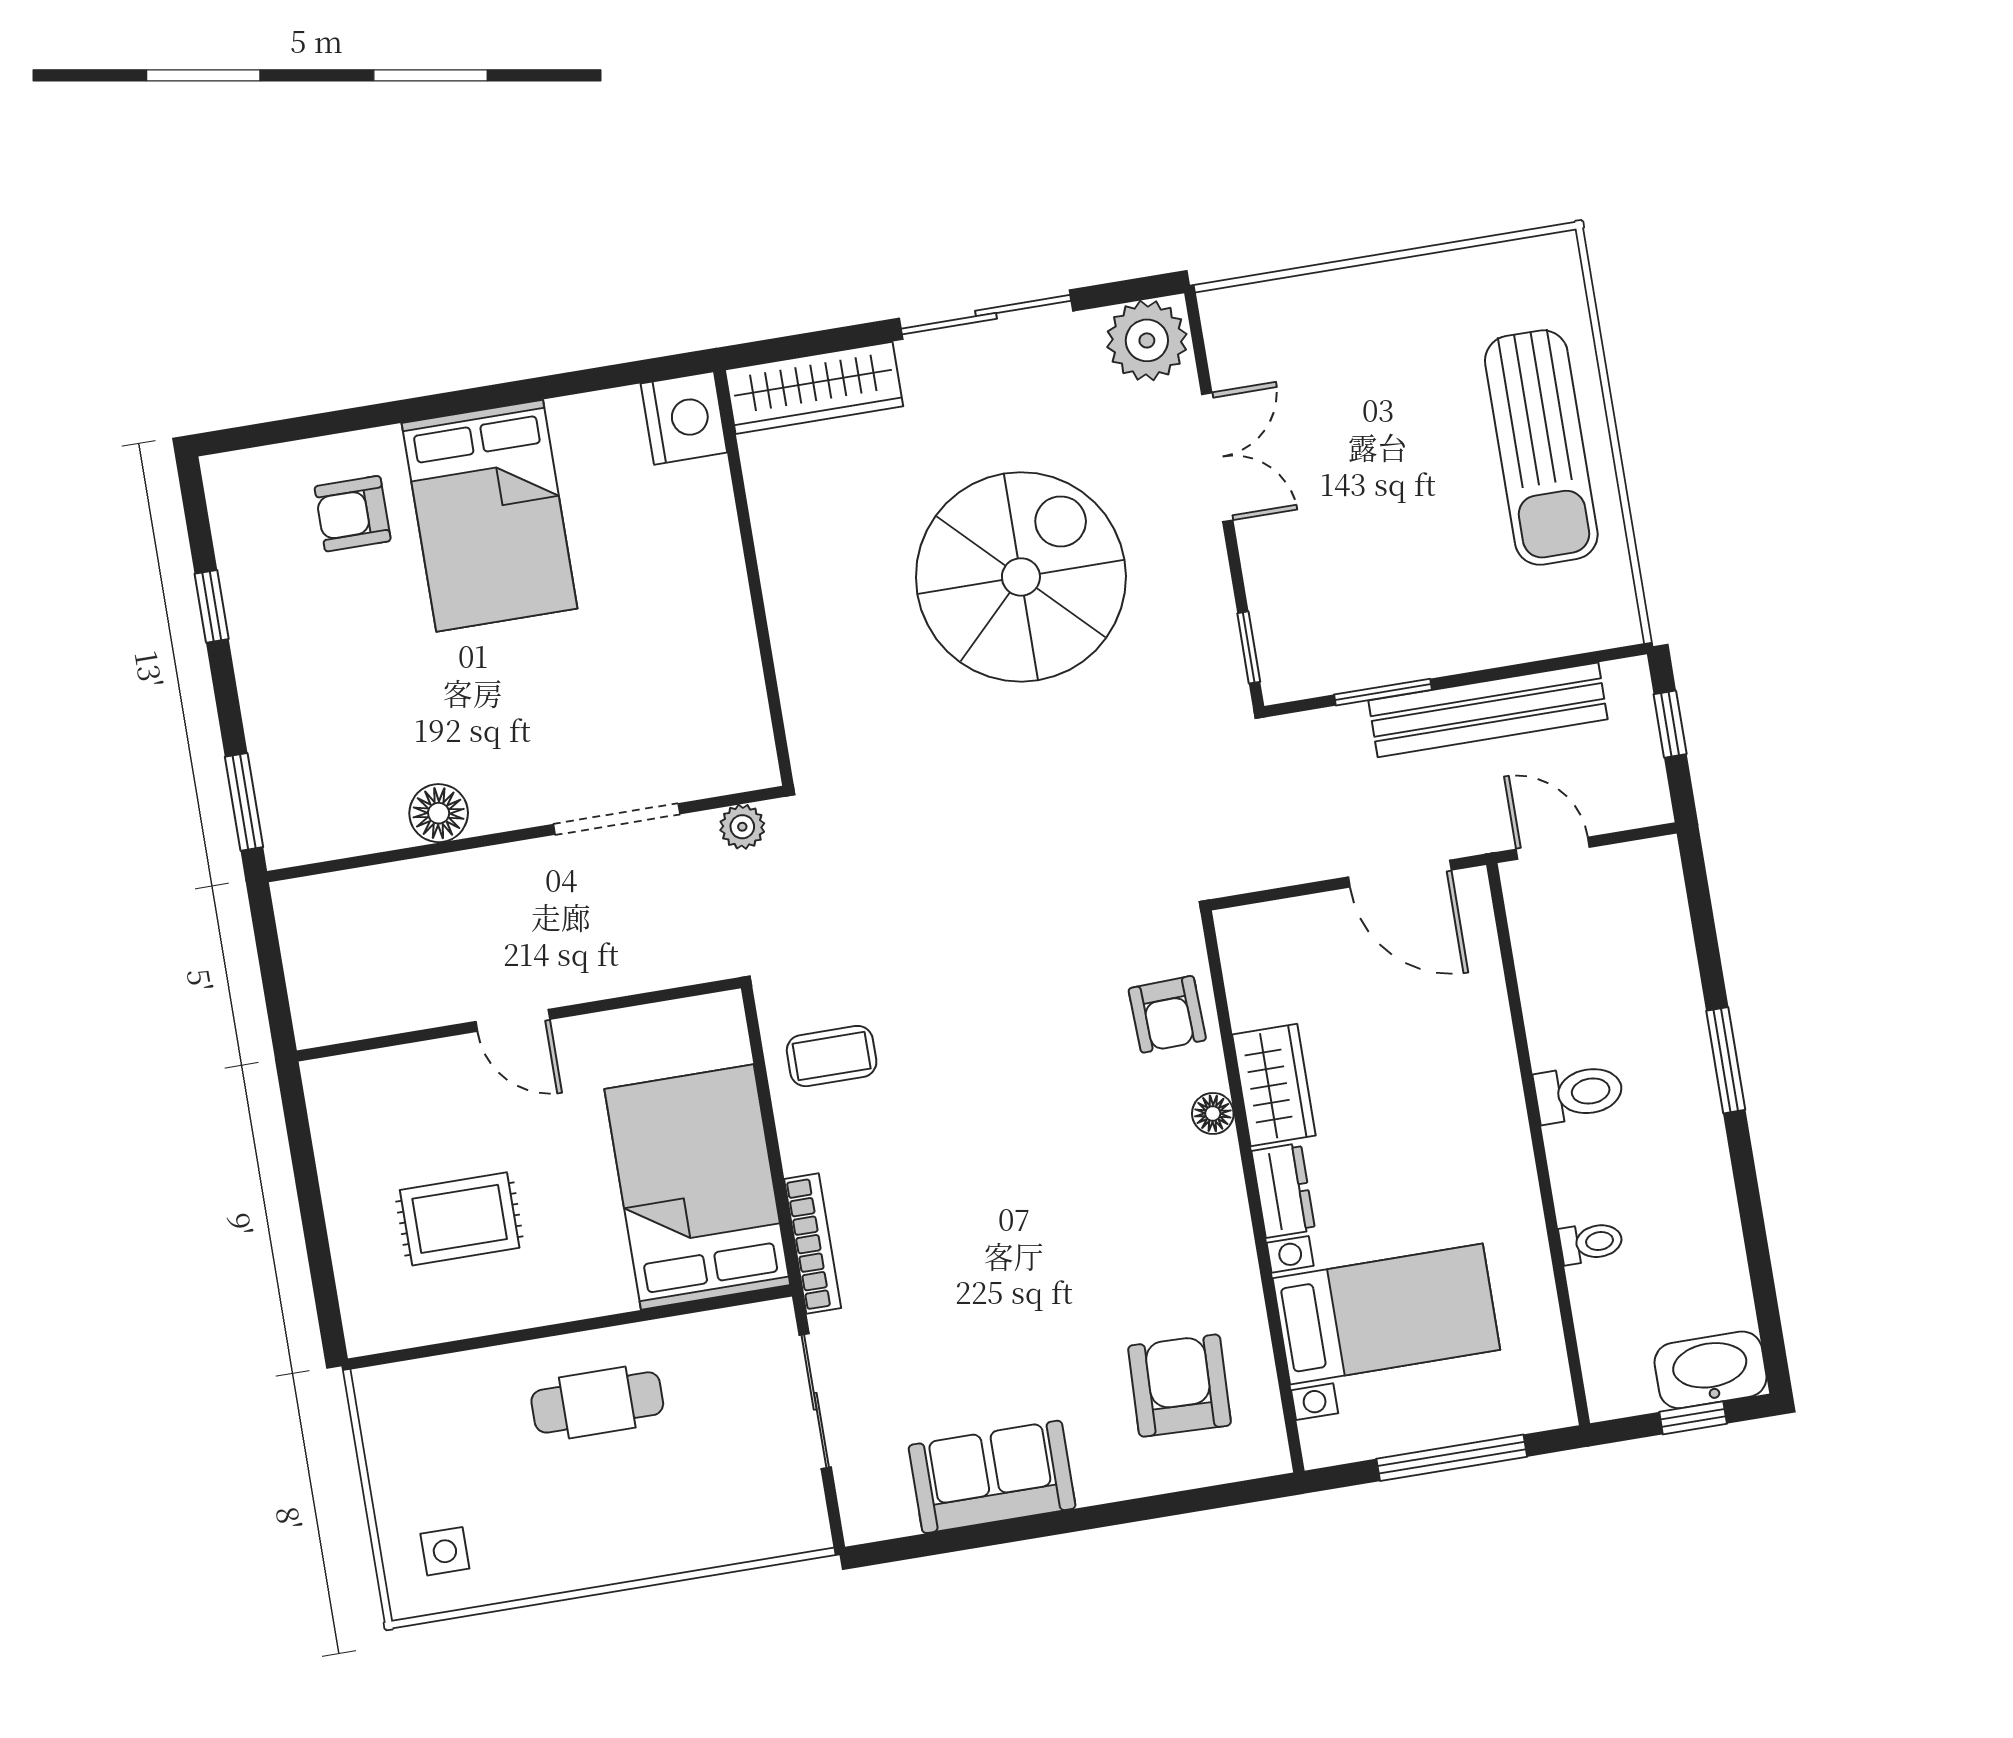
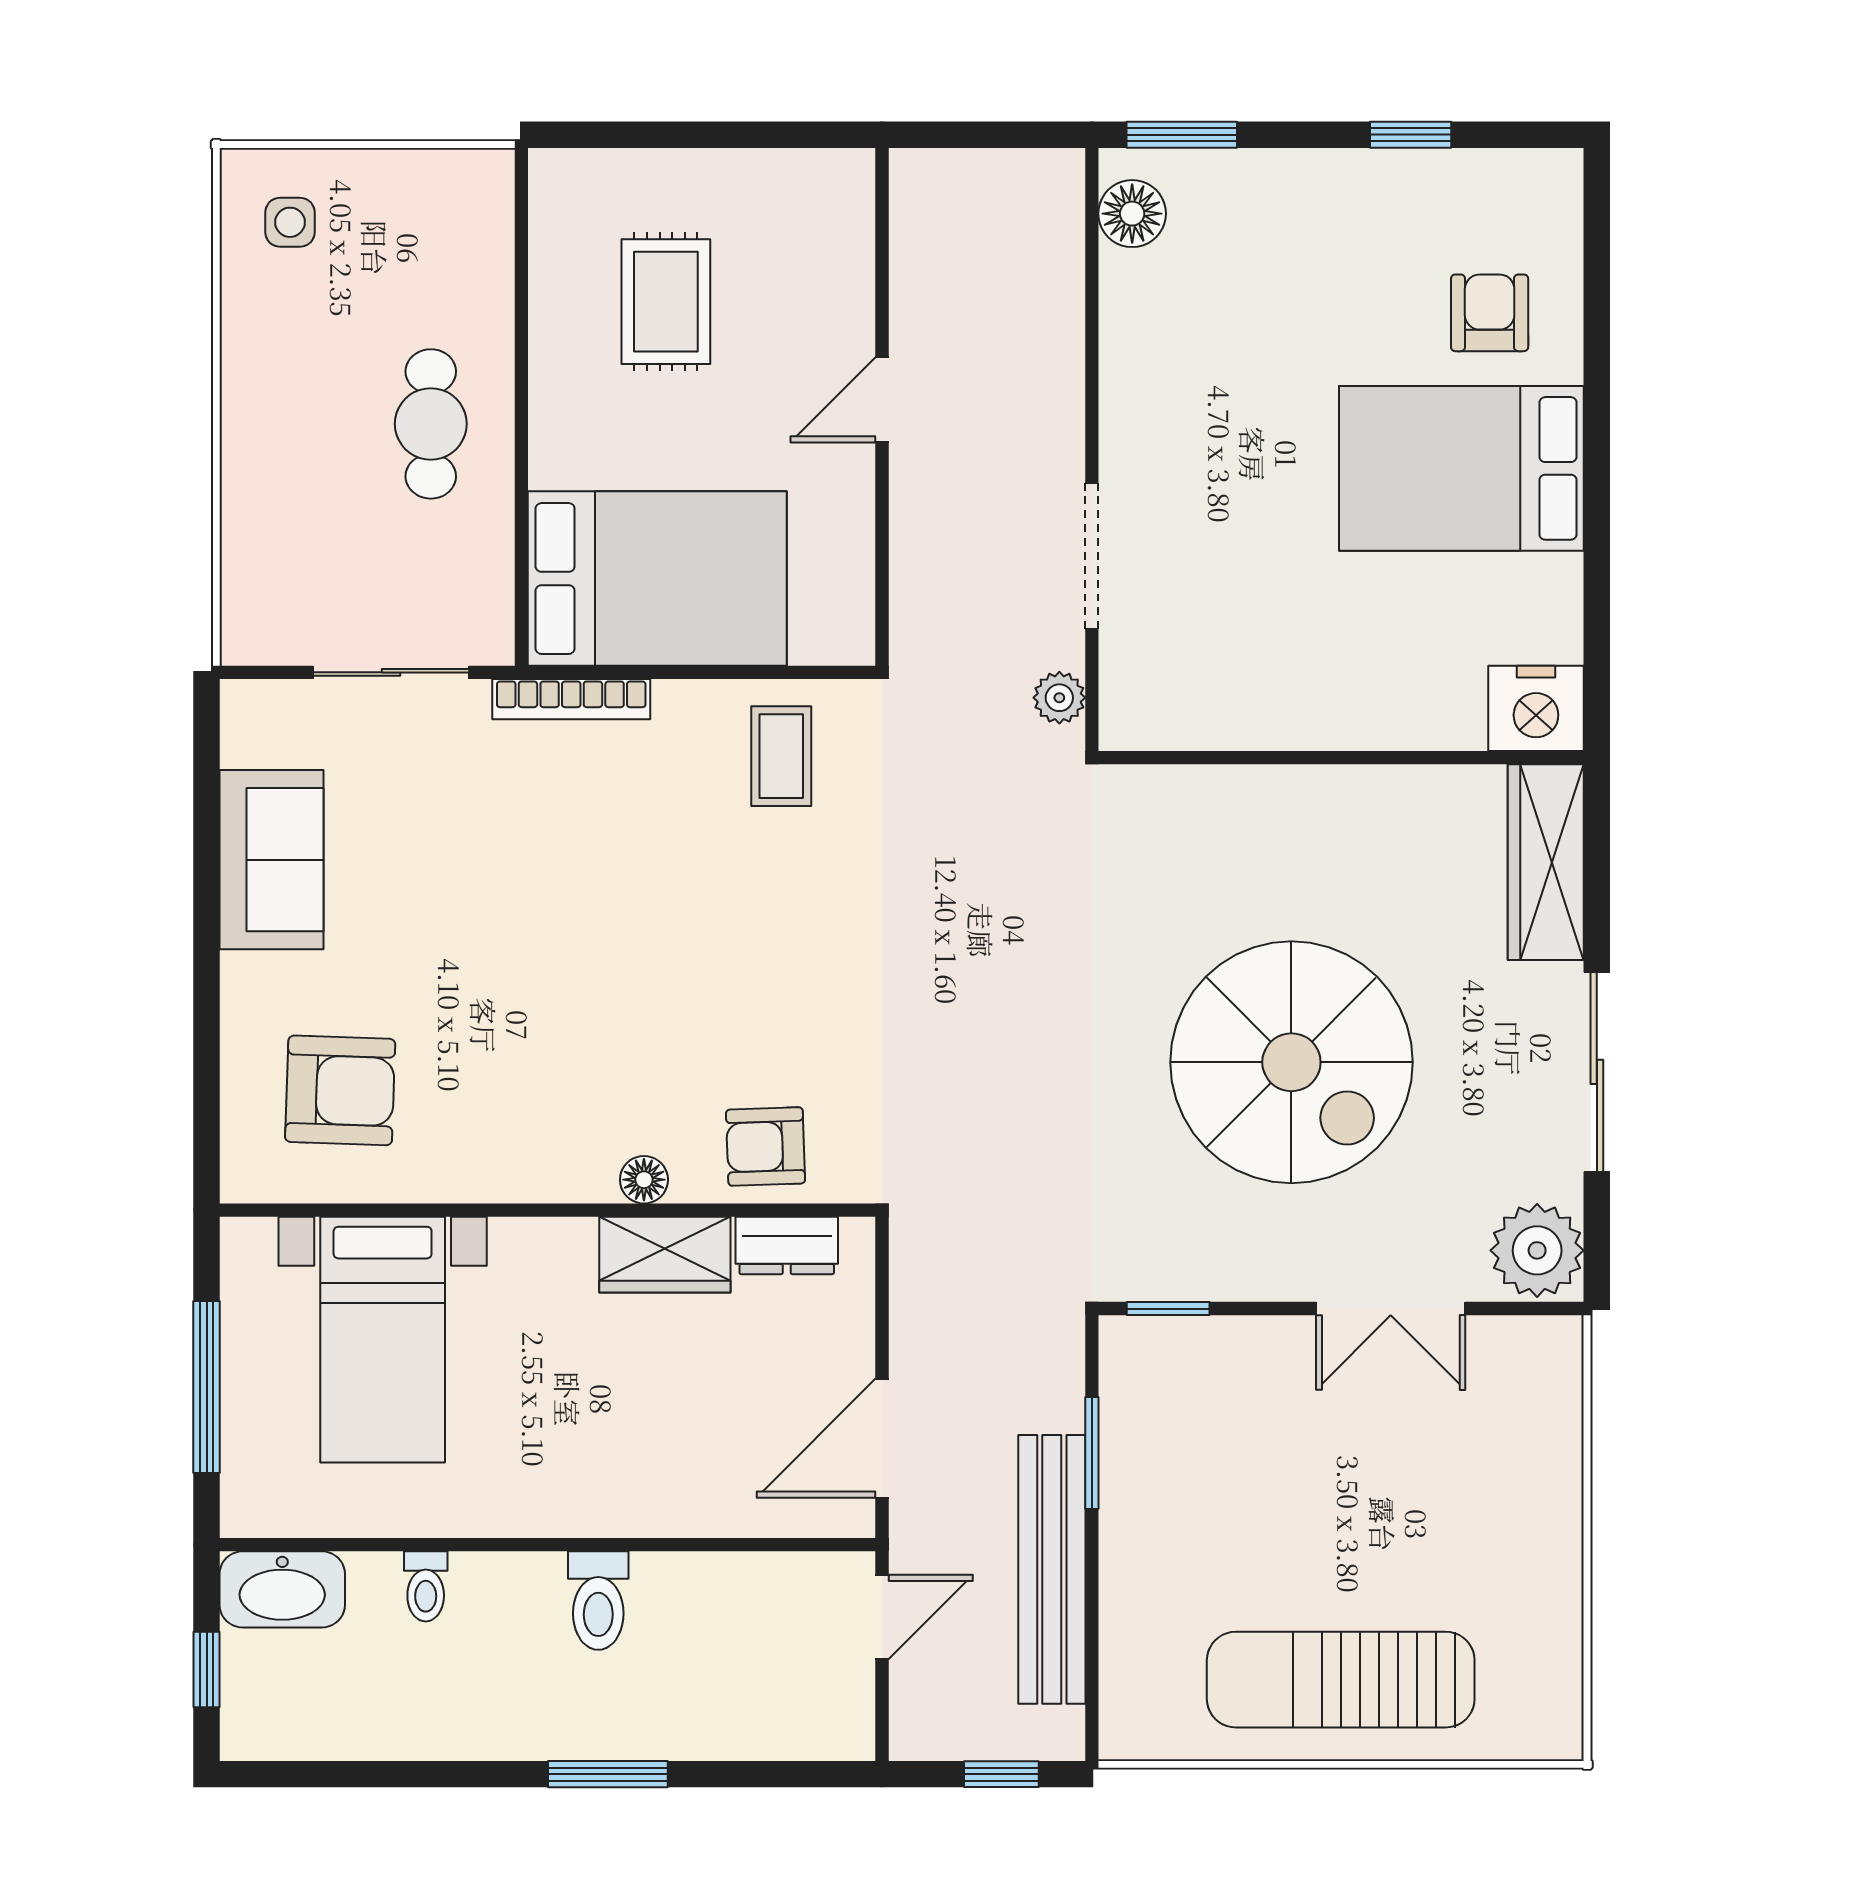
floor lamp: (439, 813) -> (1132, 214), moved
dresser: (1283, 1190) -> (787, 1245), moved
washbasin: (1711, 1370) -> (282, 1589), moved, turned 90

